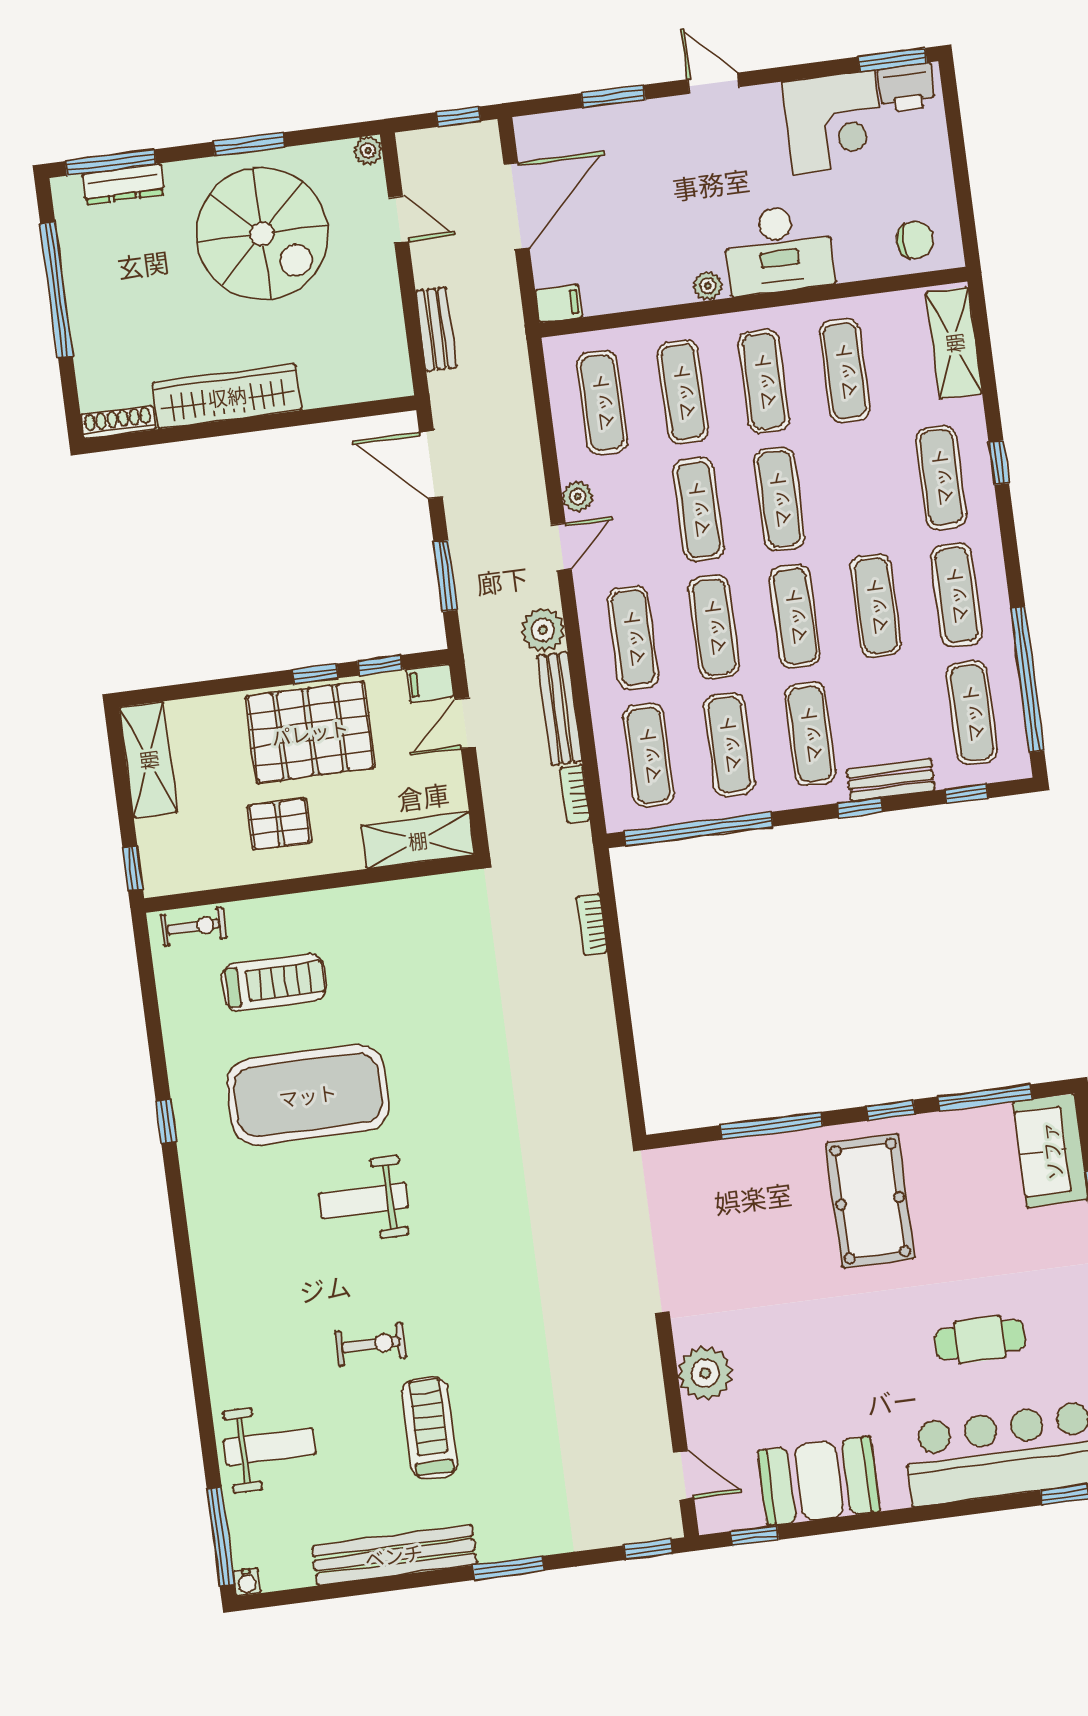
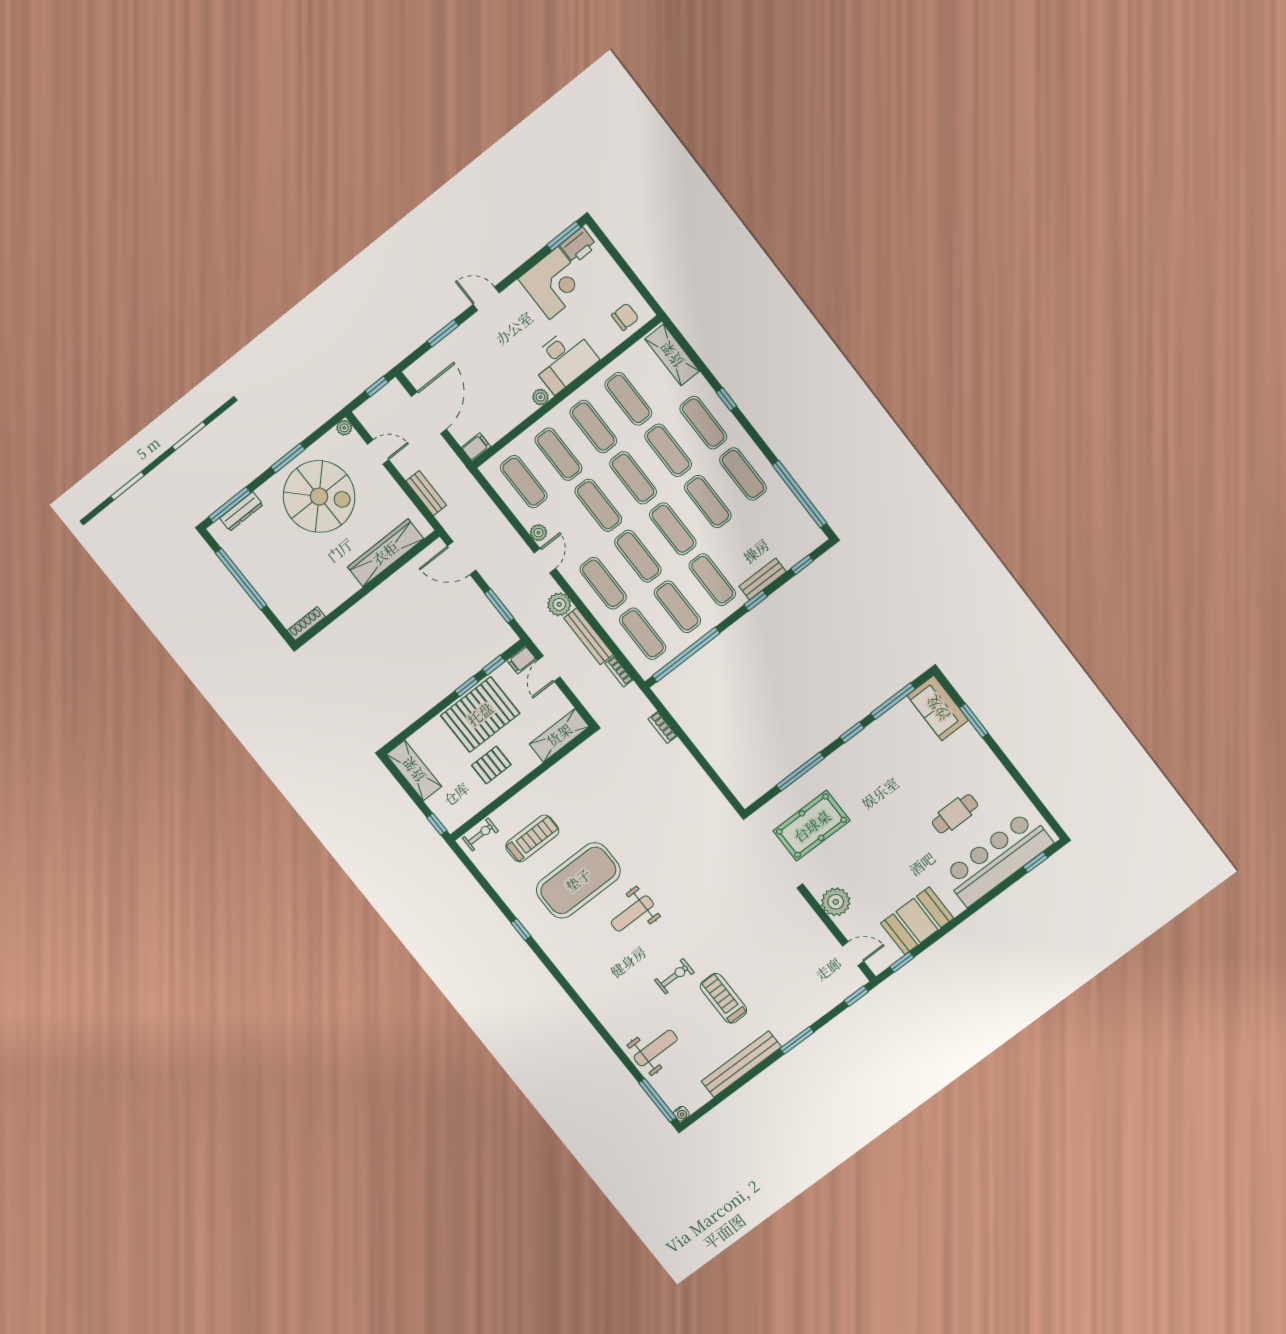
wardrobe: (227, 396) -> (385, 553), moved
exercise mat: (972, 713) -> (668, 450), moved
pool table: (870, 1201) -> (812, 826), moved, turned 90

